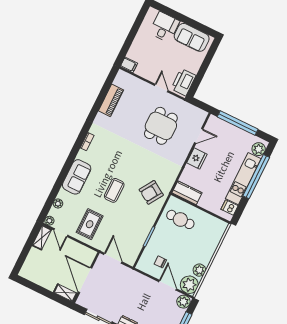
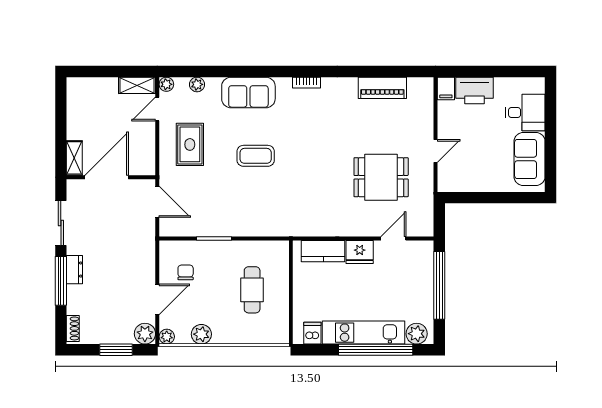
printer: (183, 82) -> (474, 90), moved, turned 180
door: (199, 136) -> (393, 238), swing flipped
armchair: (151, 192) -> (279, 210), removed
kitchen counter: (187, 193) -> (323, 251), moved, turned 90
cafe table: (180, 219) -> (252, 290), moved
rug: (90, 224) -> (190, 144), turned 90
door: (113, 258) -> (157, 202), hinge flipped
plant: (189, 285) -> (167, 337), width x0.53, depth x0.53

